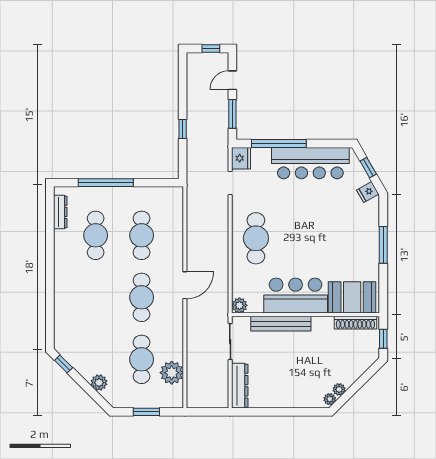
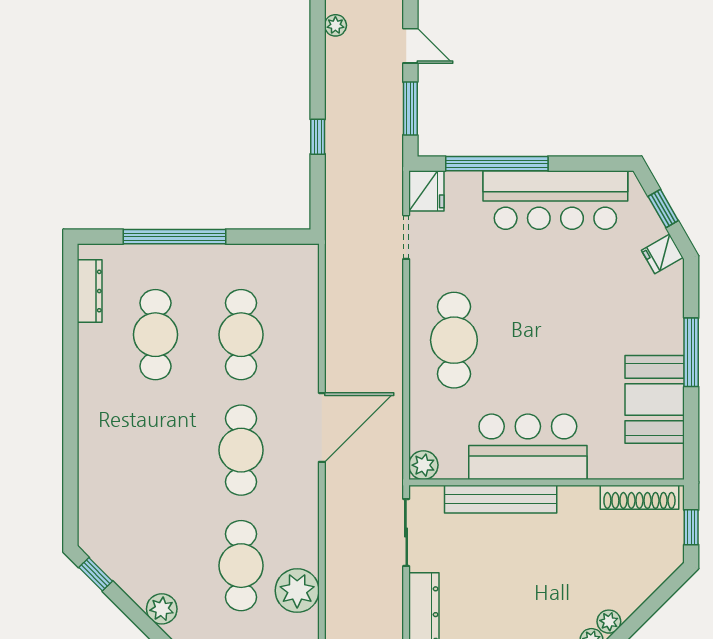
plant: (192, 69) -> (335, 25), added
door: (232, 80) -> (410, 46), swing flipped
door: (185, 285) -> (322, 427), width x1.36
booth: (352, 297) -> (655, 399), moved, turned 90

